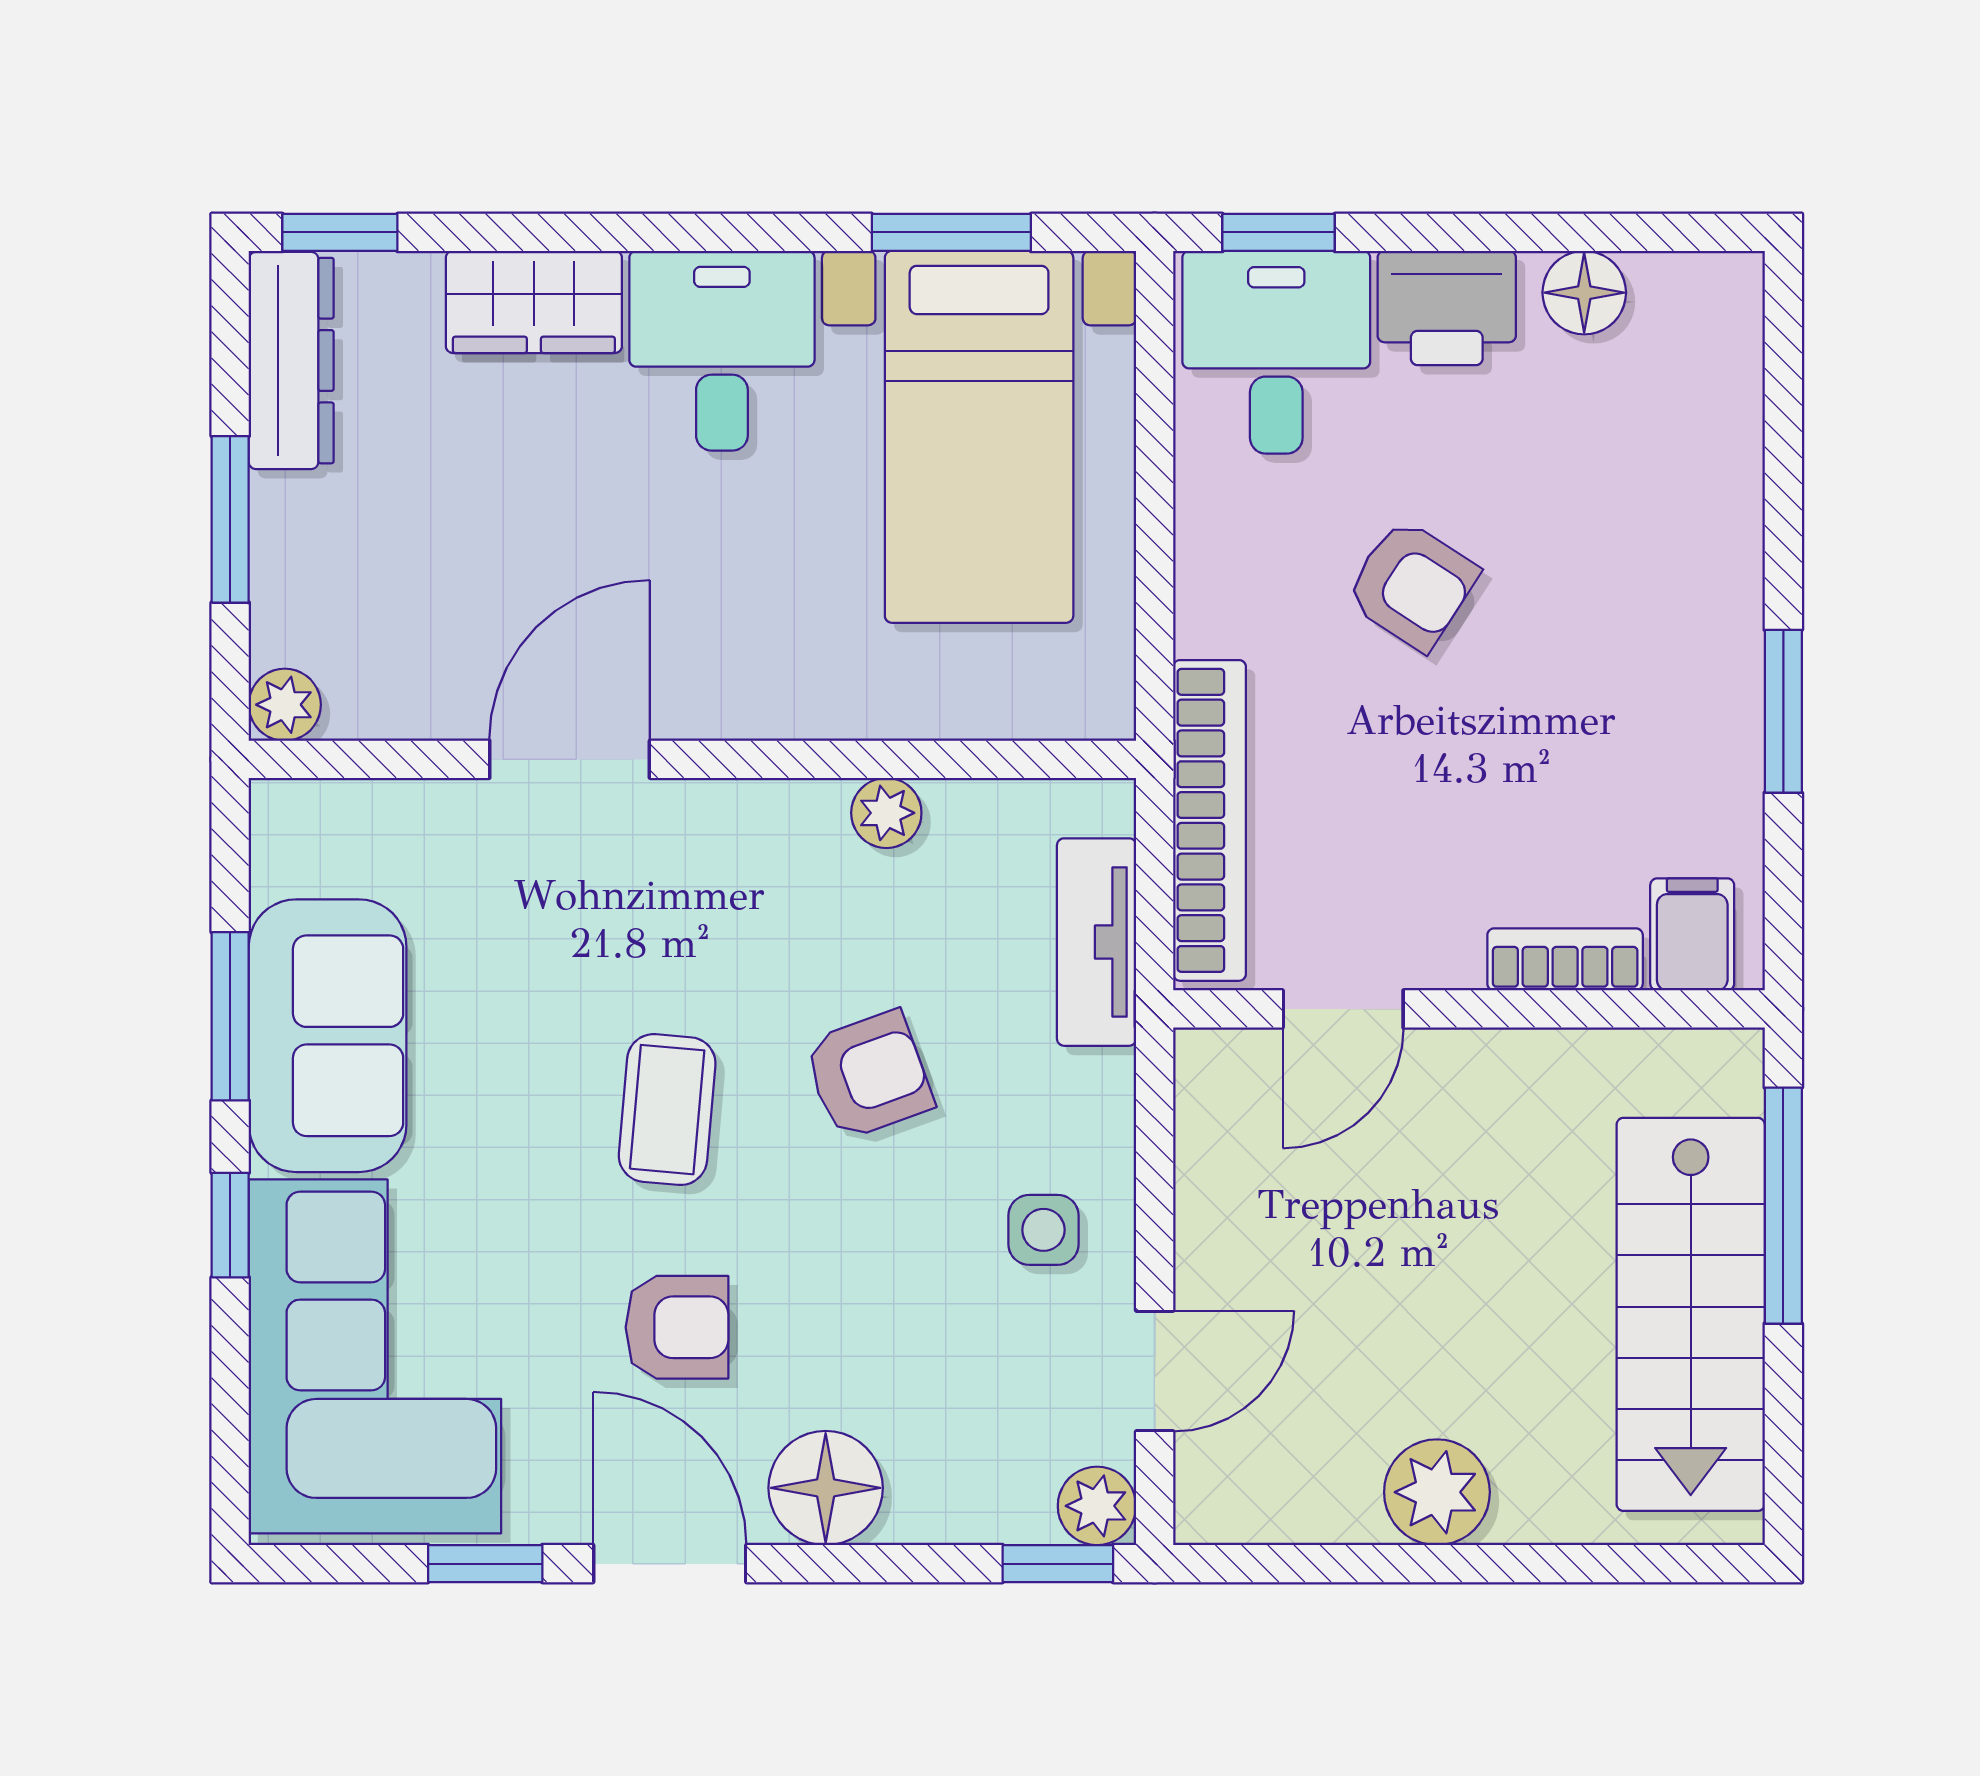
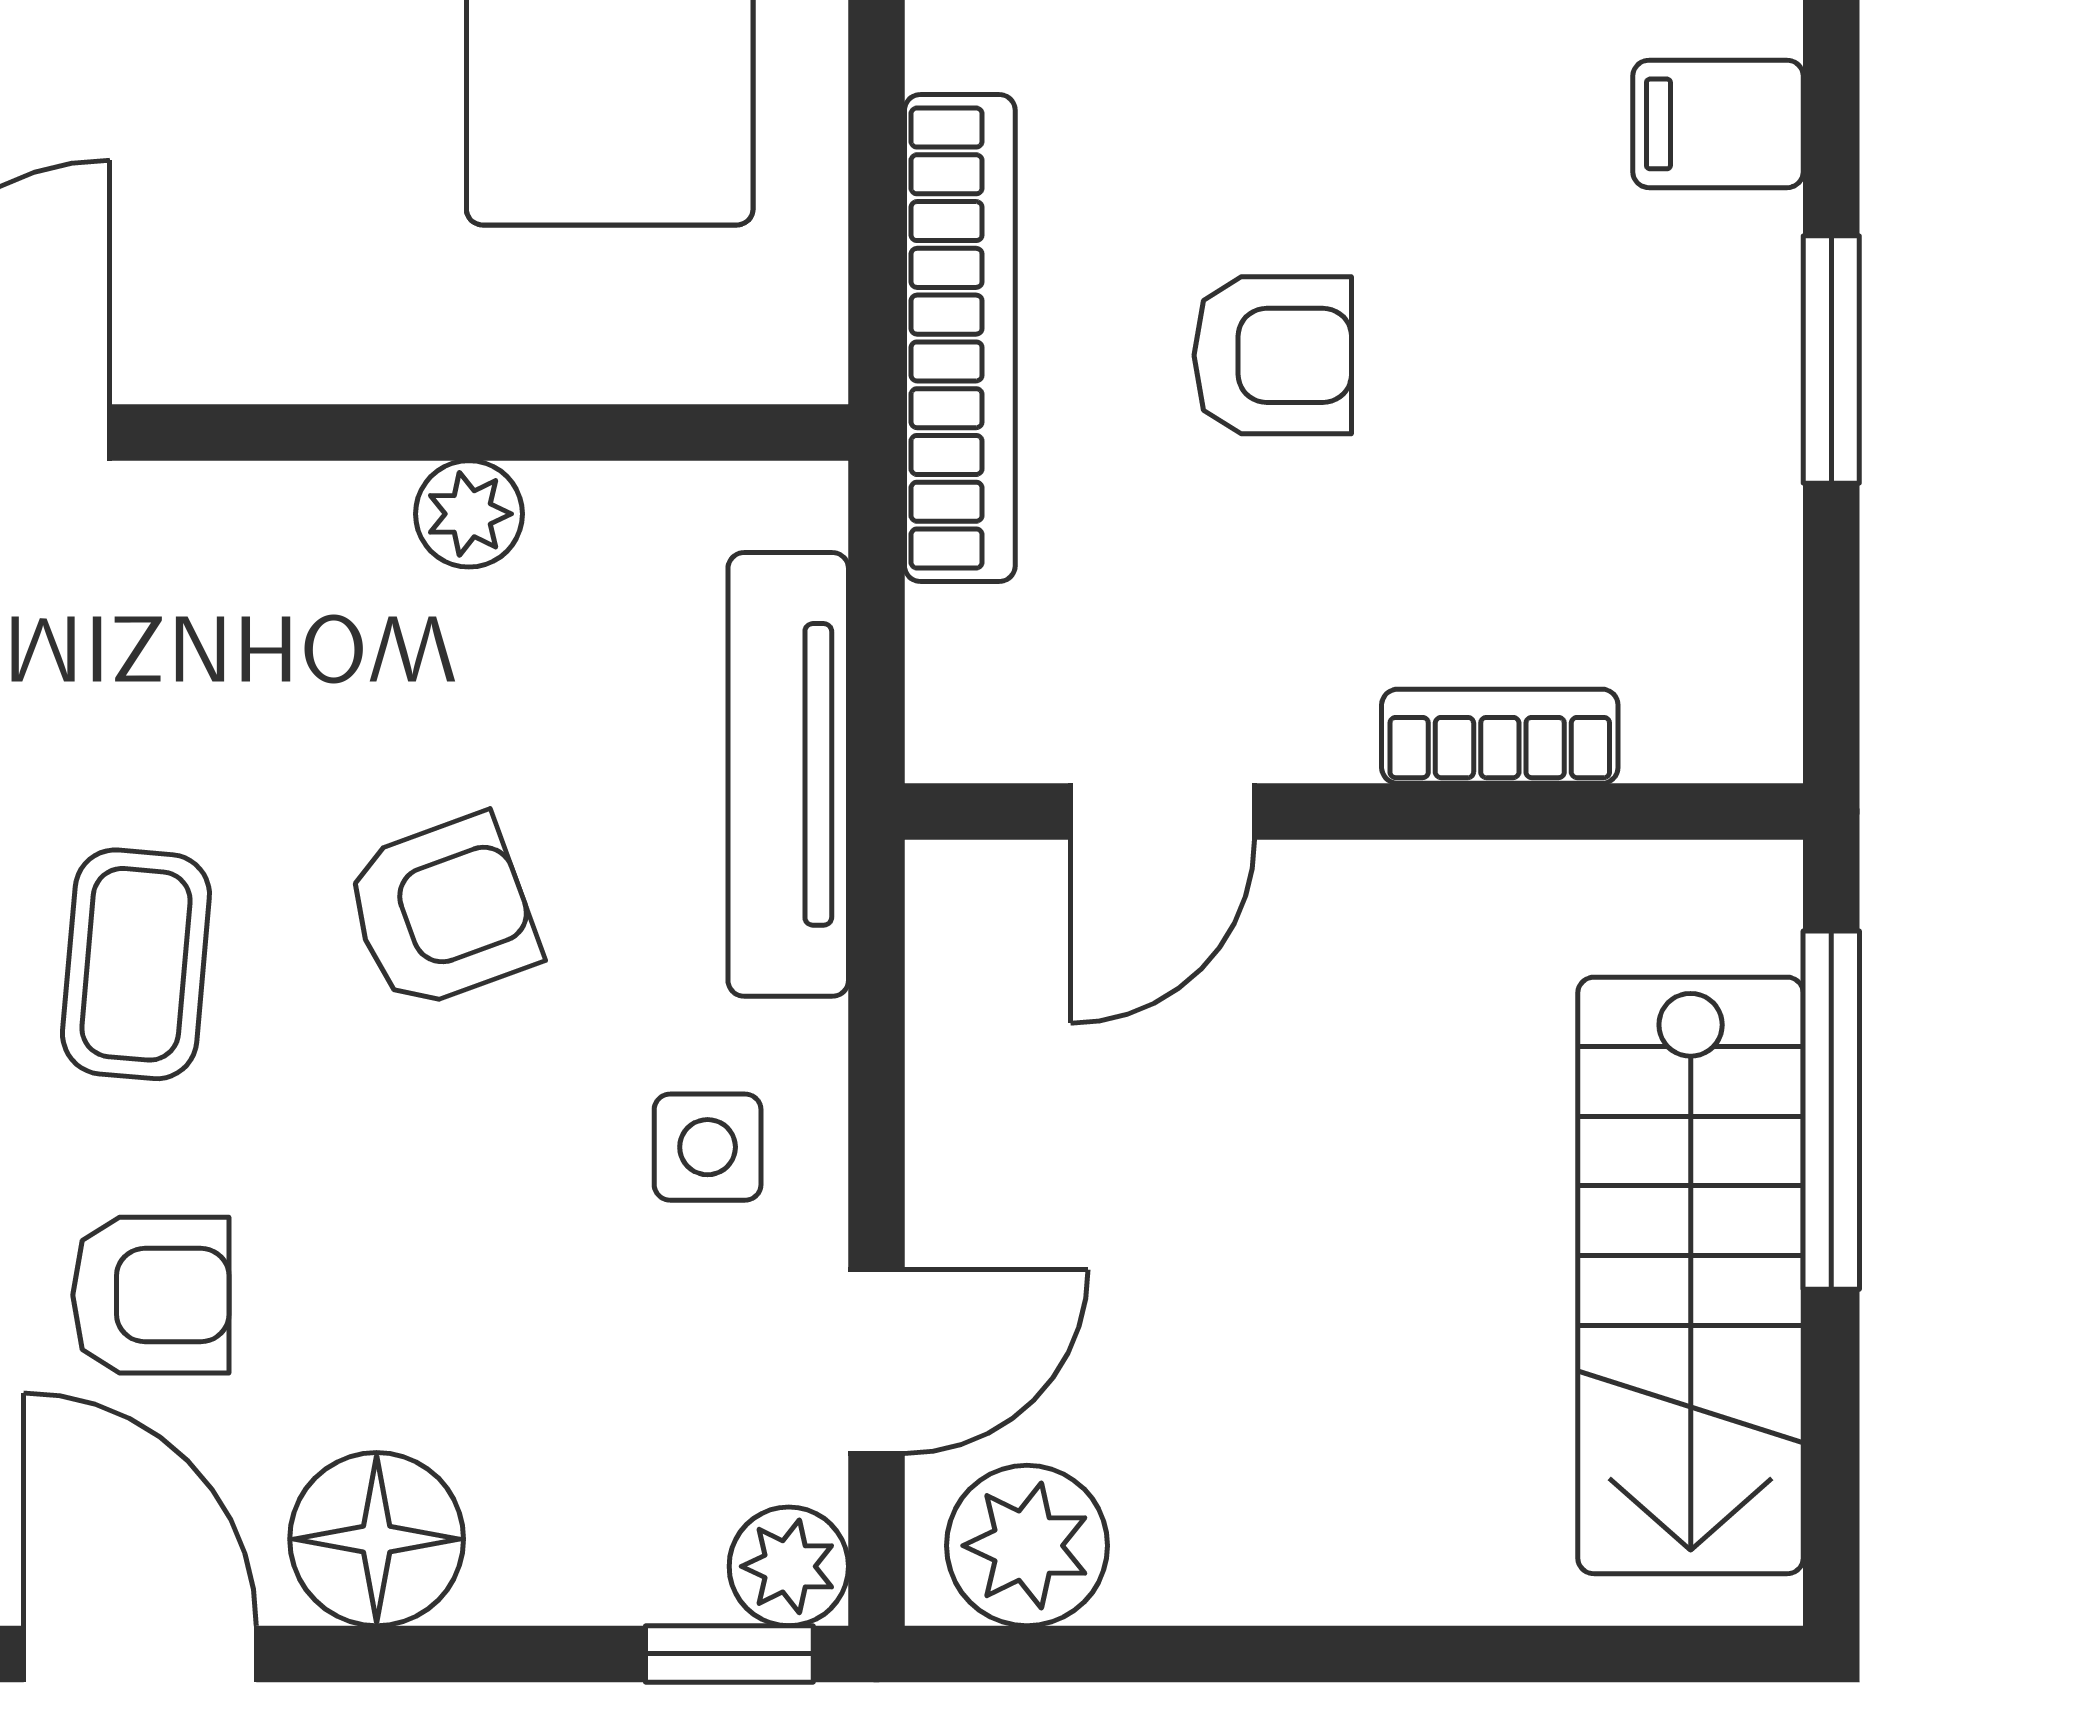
armchair: (1412, 585) -> (1273, 355), moved, turned -33
bookcase: (1210, 820) -> (960, 338), moved
filing cabinet: (1692, 934) -> (1718, 124), moved, turned -90
tv unit: (1097, 942) -> (788, 774), width x1.41
plant: (1437, 1492) -> (1027, 1546), moved

